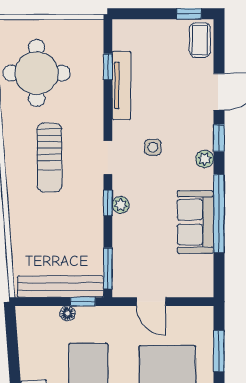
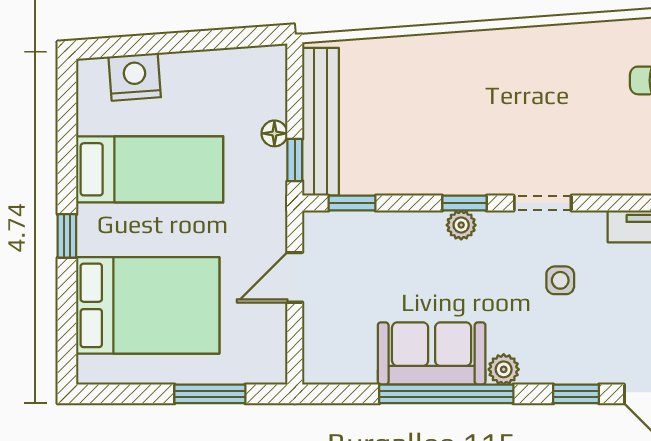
sun lounger: (49, 157) -> (543, 103), removed
plant: (205, 159) -> (504, 369), moved
window: (108, 268) -> (352, 203), width x0.67

